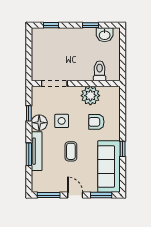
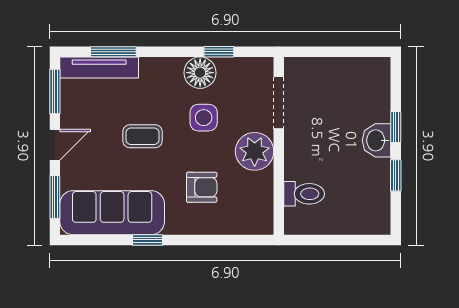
window: (51, 25) -> (396, 127), moved
washbasin: (105, 35) -> (376, 140), moved
plant: (90, 96) -> (255, 151), moved
armchair: (96, 122) -> (202, 187), turned 90
tv unit: (37, 151) -> (99, 67), moved
window: (29, 154) -> (113, 52), moved

